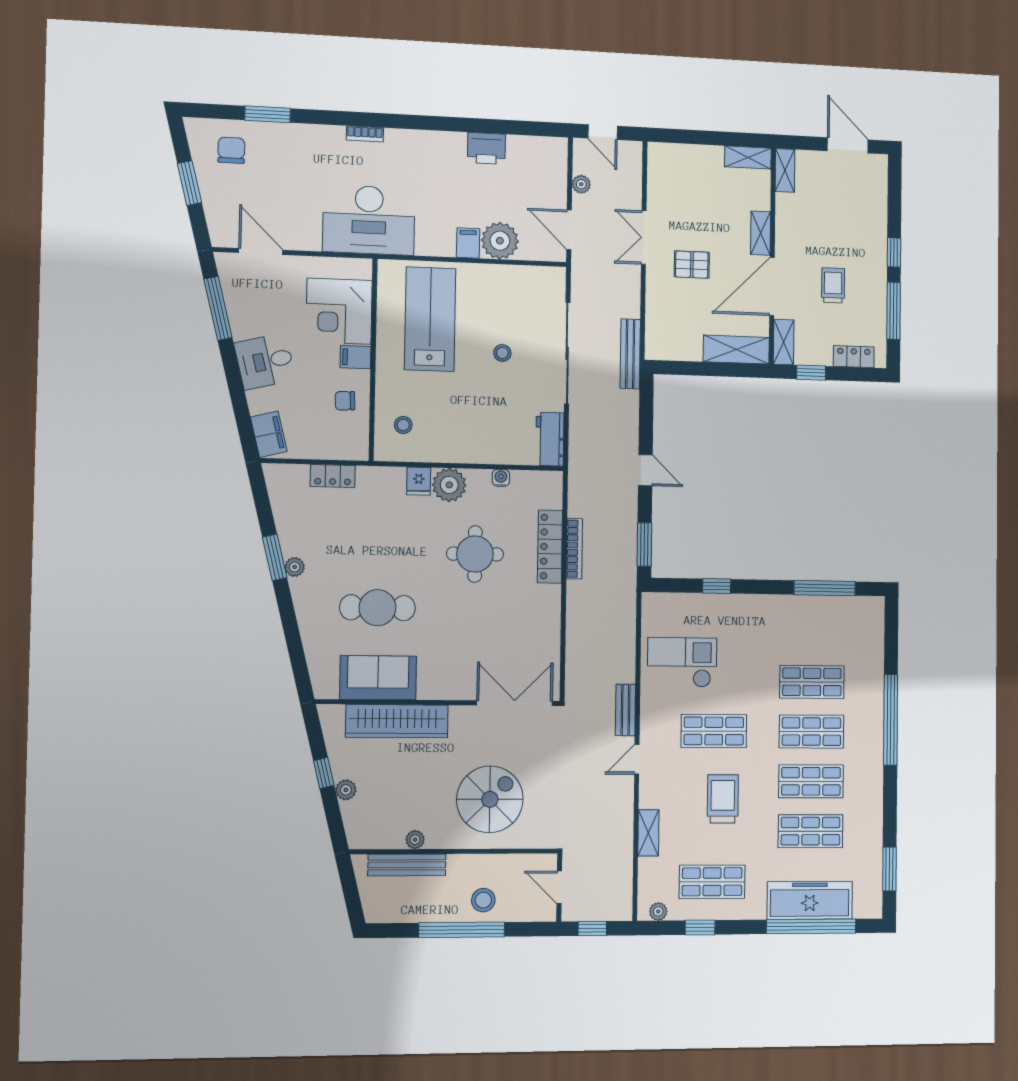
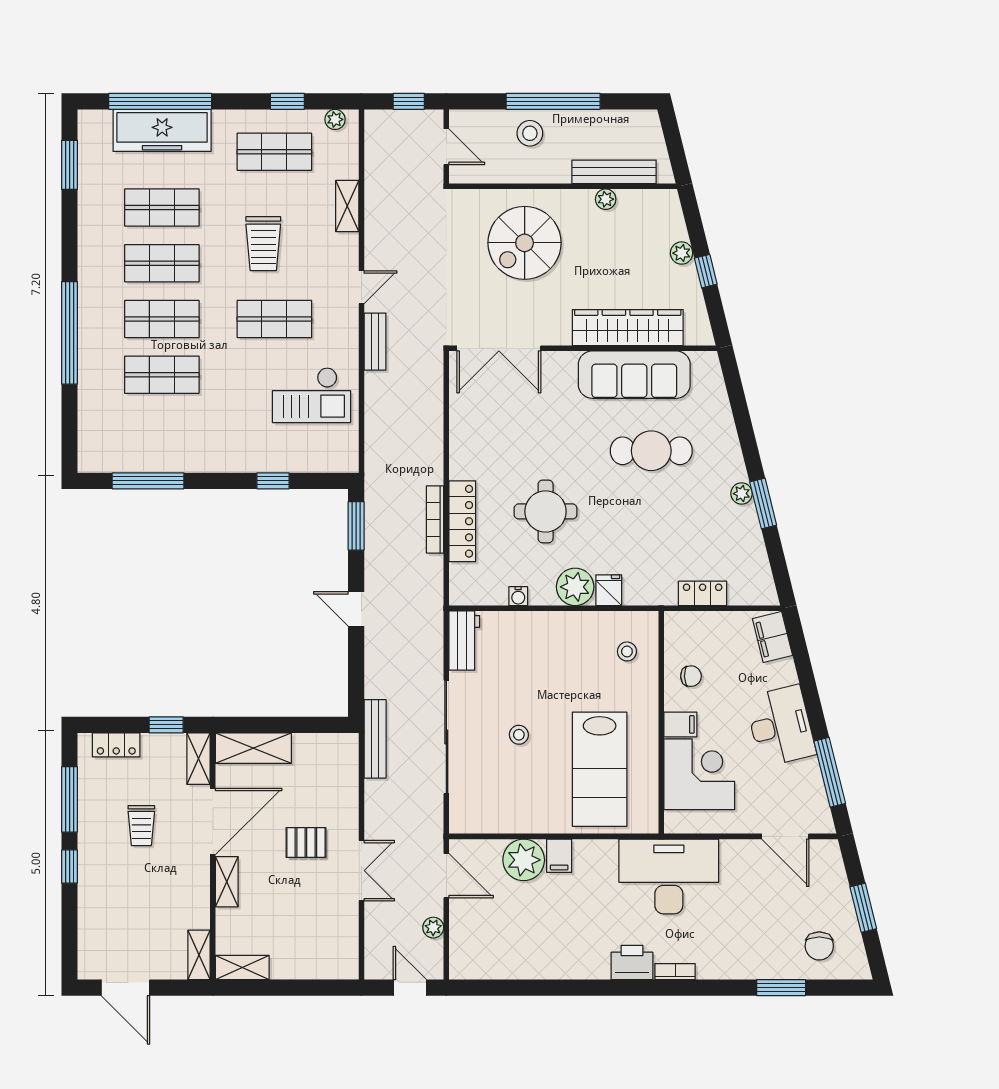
printer: (486, 148) -> (632, 962), moved
desk: (265, 361) -> (781, 726), width x1.37
sofa: (378, 678) -> (634, 375), width x1.36

